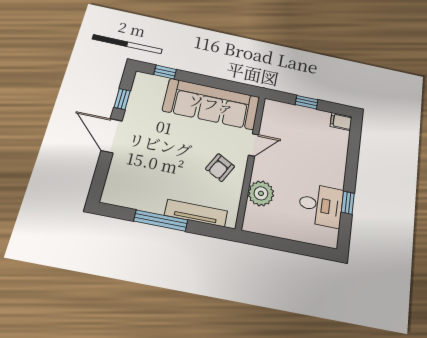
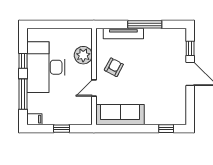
window: (122, 99) -> (190, 48), moved
sofa: (211, 104) -> (120, 115), width x0.74, depth x0.79
window: (353, 157) -> (23, 94), added
desk: (321, 205) -> (46, 67), width x1.87, depth x1.30

